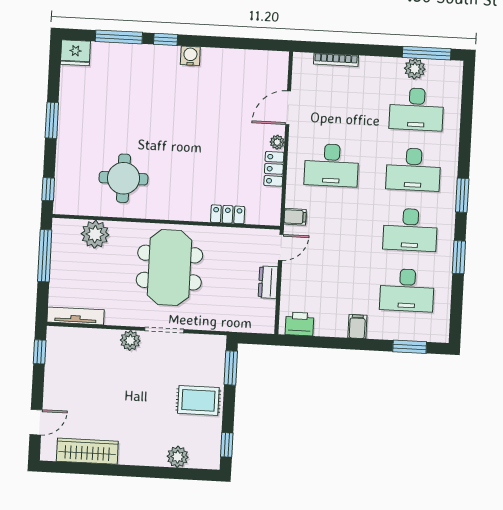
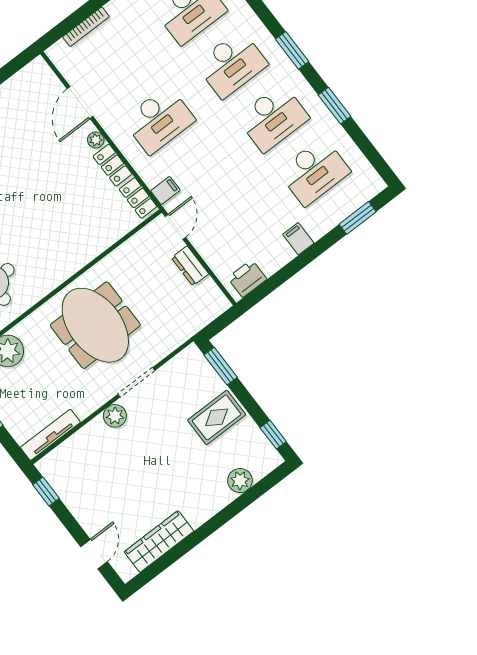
locker: (228, 214) -> (138, 198), moved, turned -90

